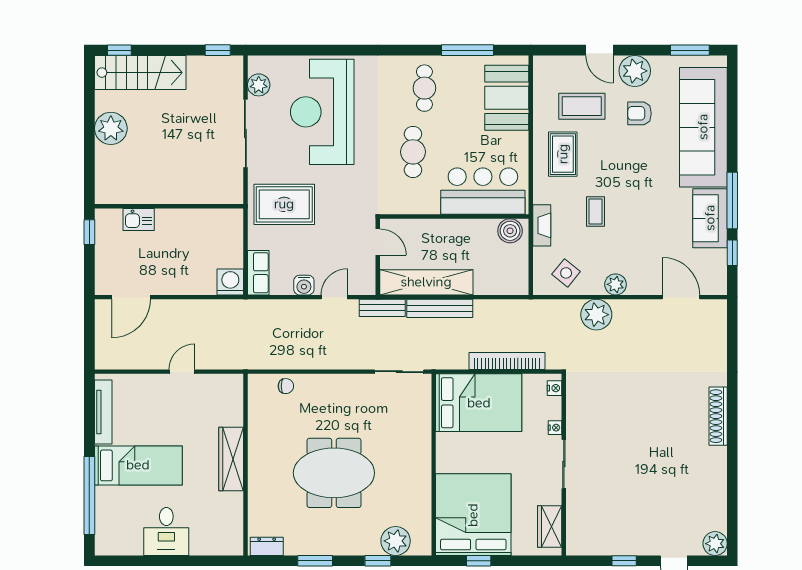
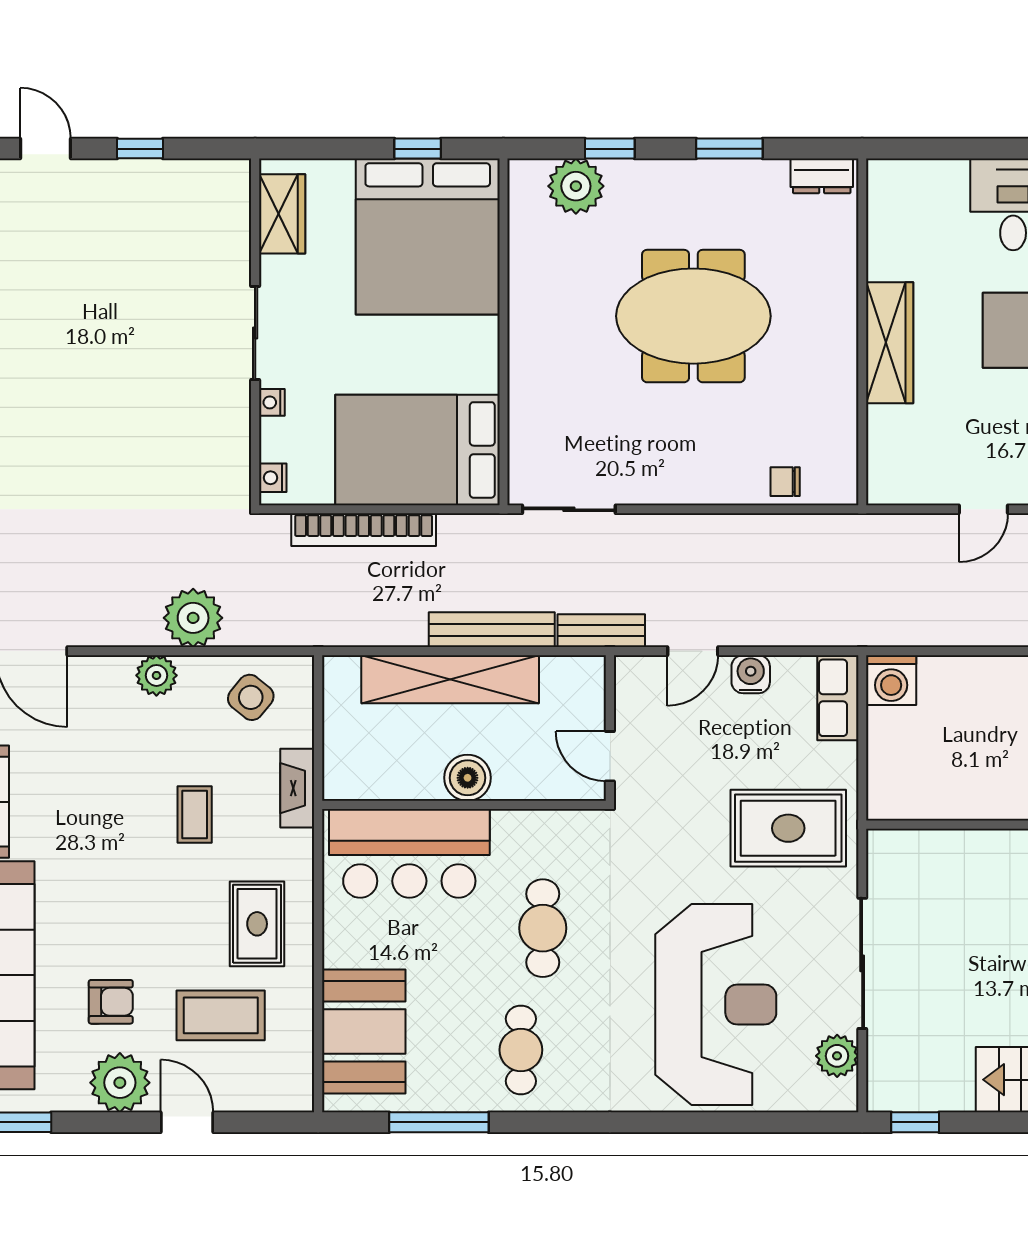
boiler: (510, 231) -> (468, 778), moved
shelving: (426, 282) -> (450, 679), moved

